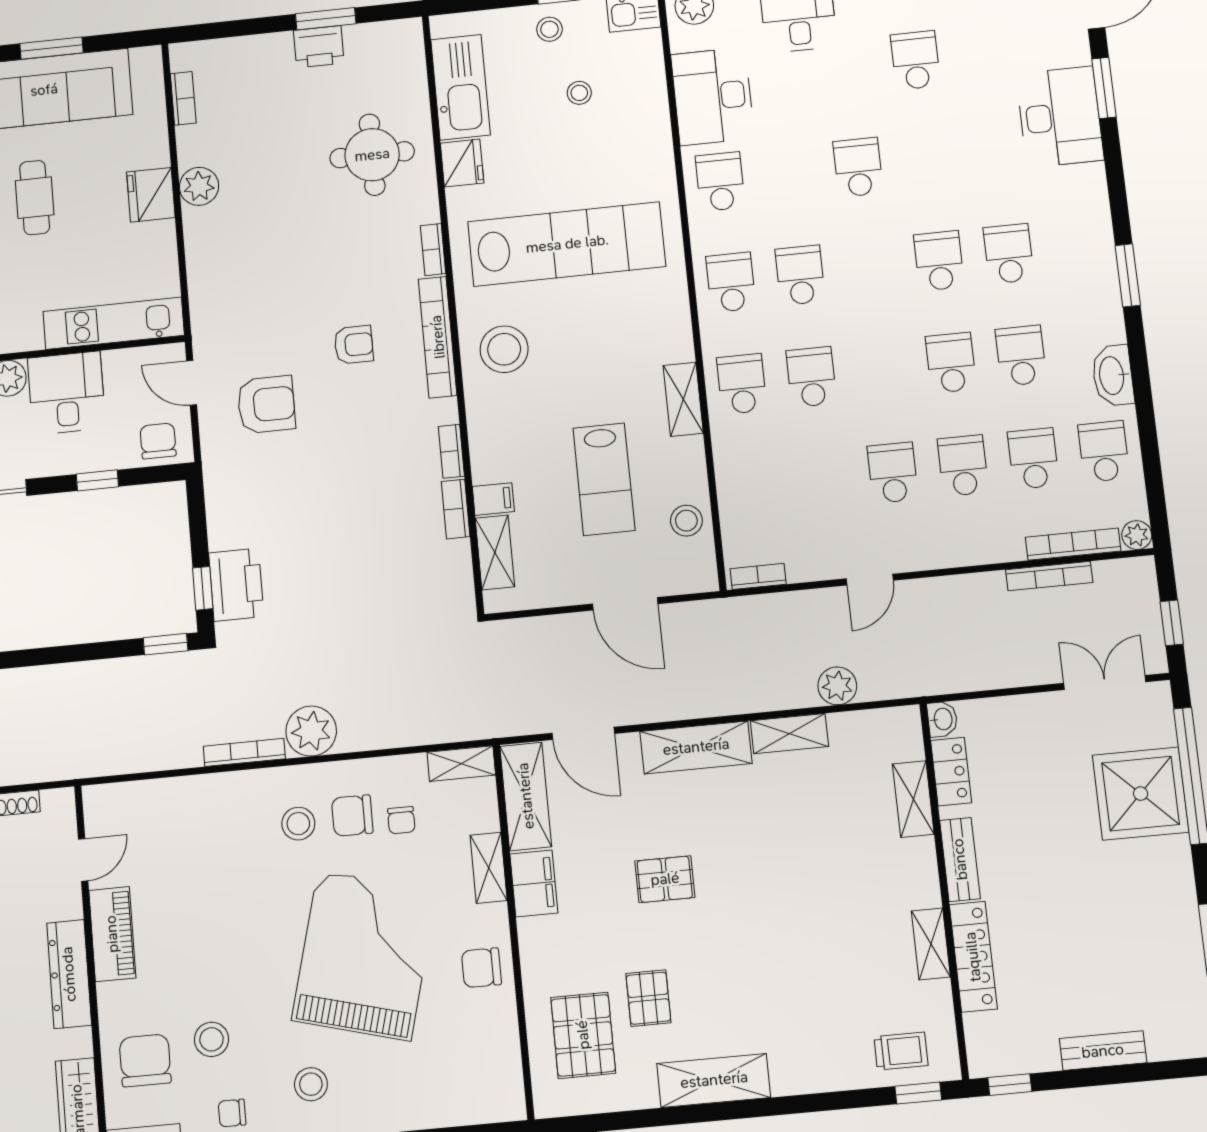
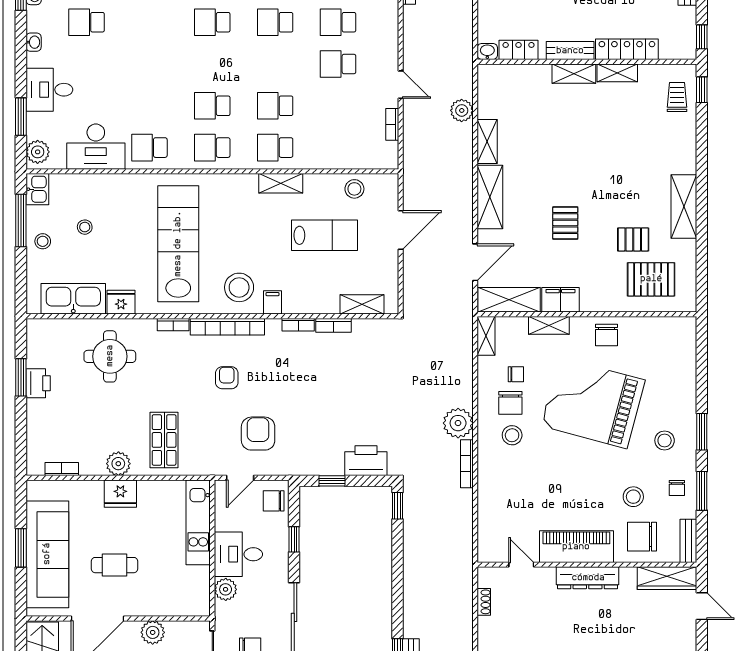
school desk: (858, 167) -> (149, 64), removed
shop shelf: (243, 255) -> (164, 440), added
filing cabinet: (493, 499) -> (273, 302), moved
bookcase: (758, 576) -> (392, 124), moved
window: (203, 588) -> (332, 481), moved
shelving: (913, 799) -> (574, 74), moved
piano: (112, 934) -> (576, 547), width x1.37, depth x1.33

